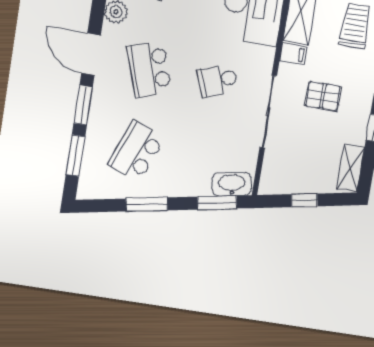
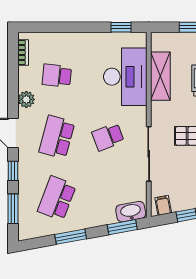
filing cabinet: (293, 54) -> (163, 205), moved, turned -100
school desk: (149, 69) -> (57, 137), turned 33
window: (83, 105) -> (13, 171), width x0.67

